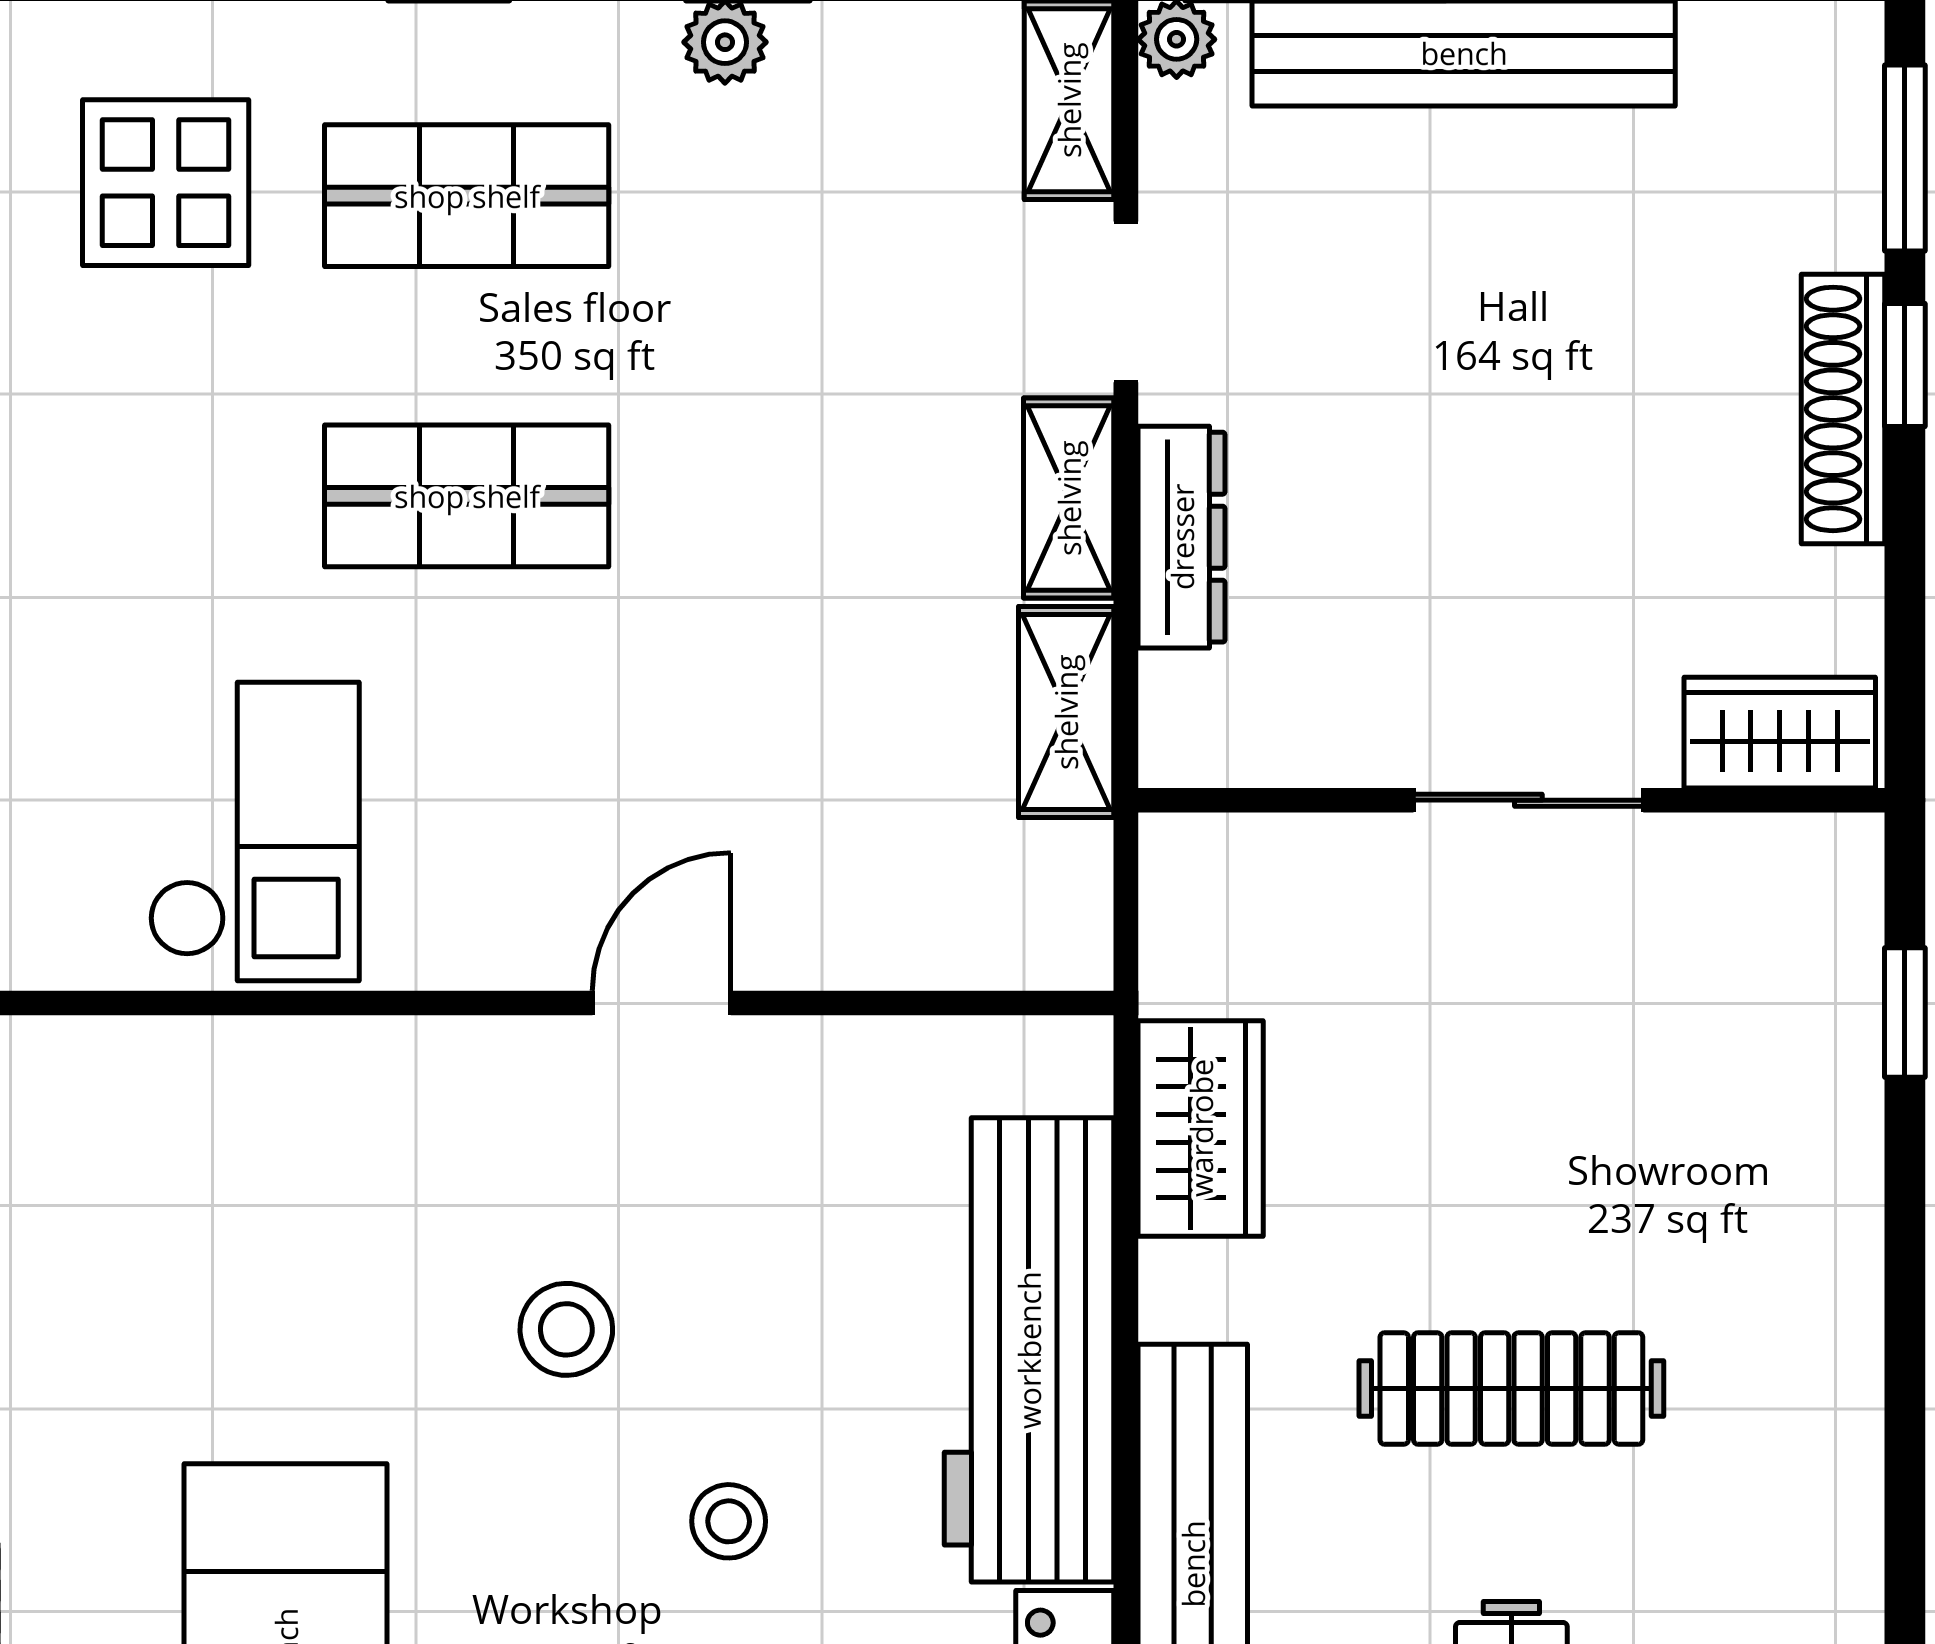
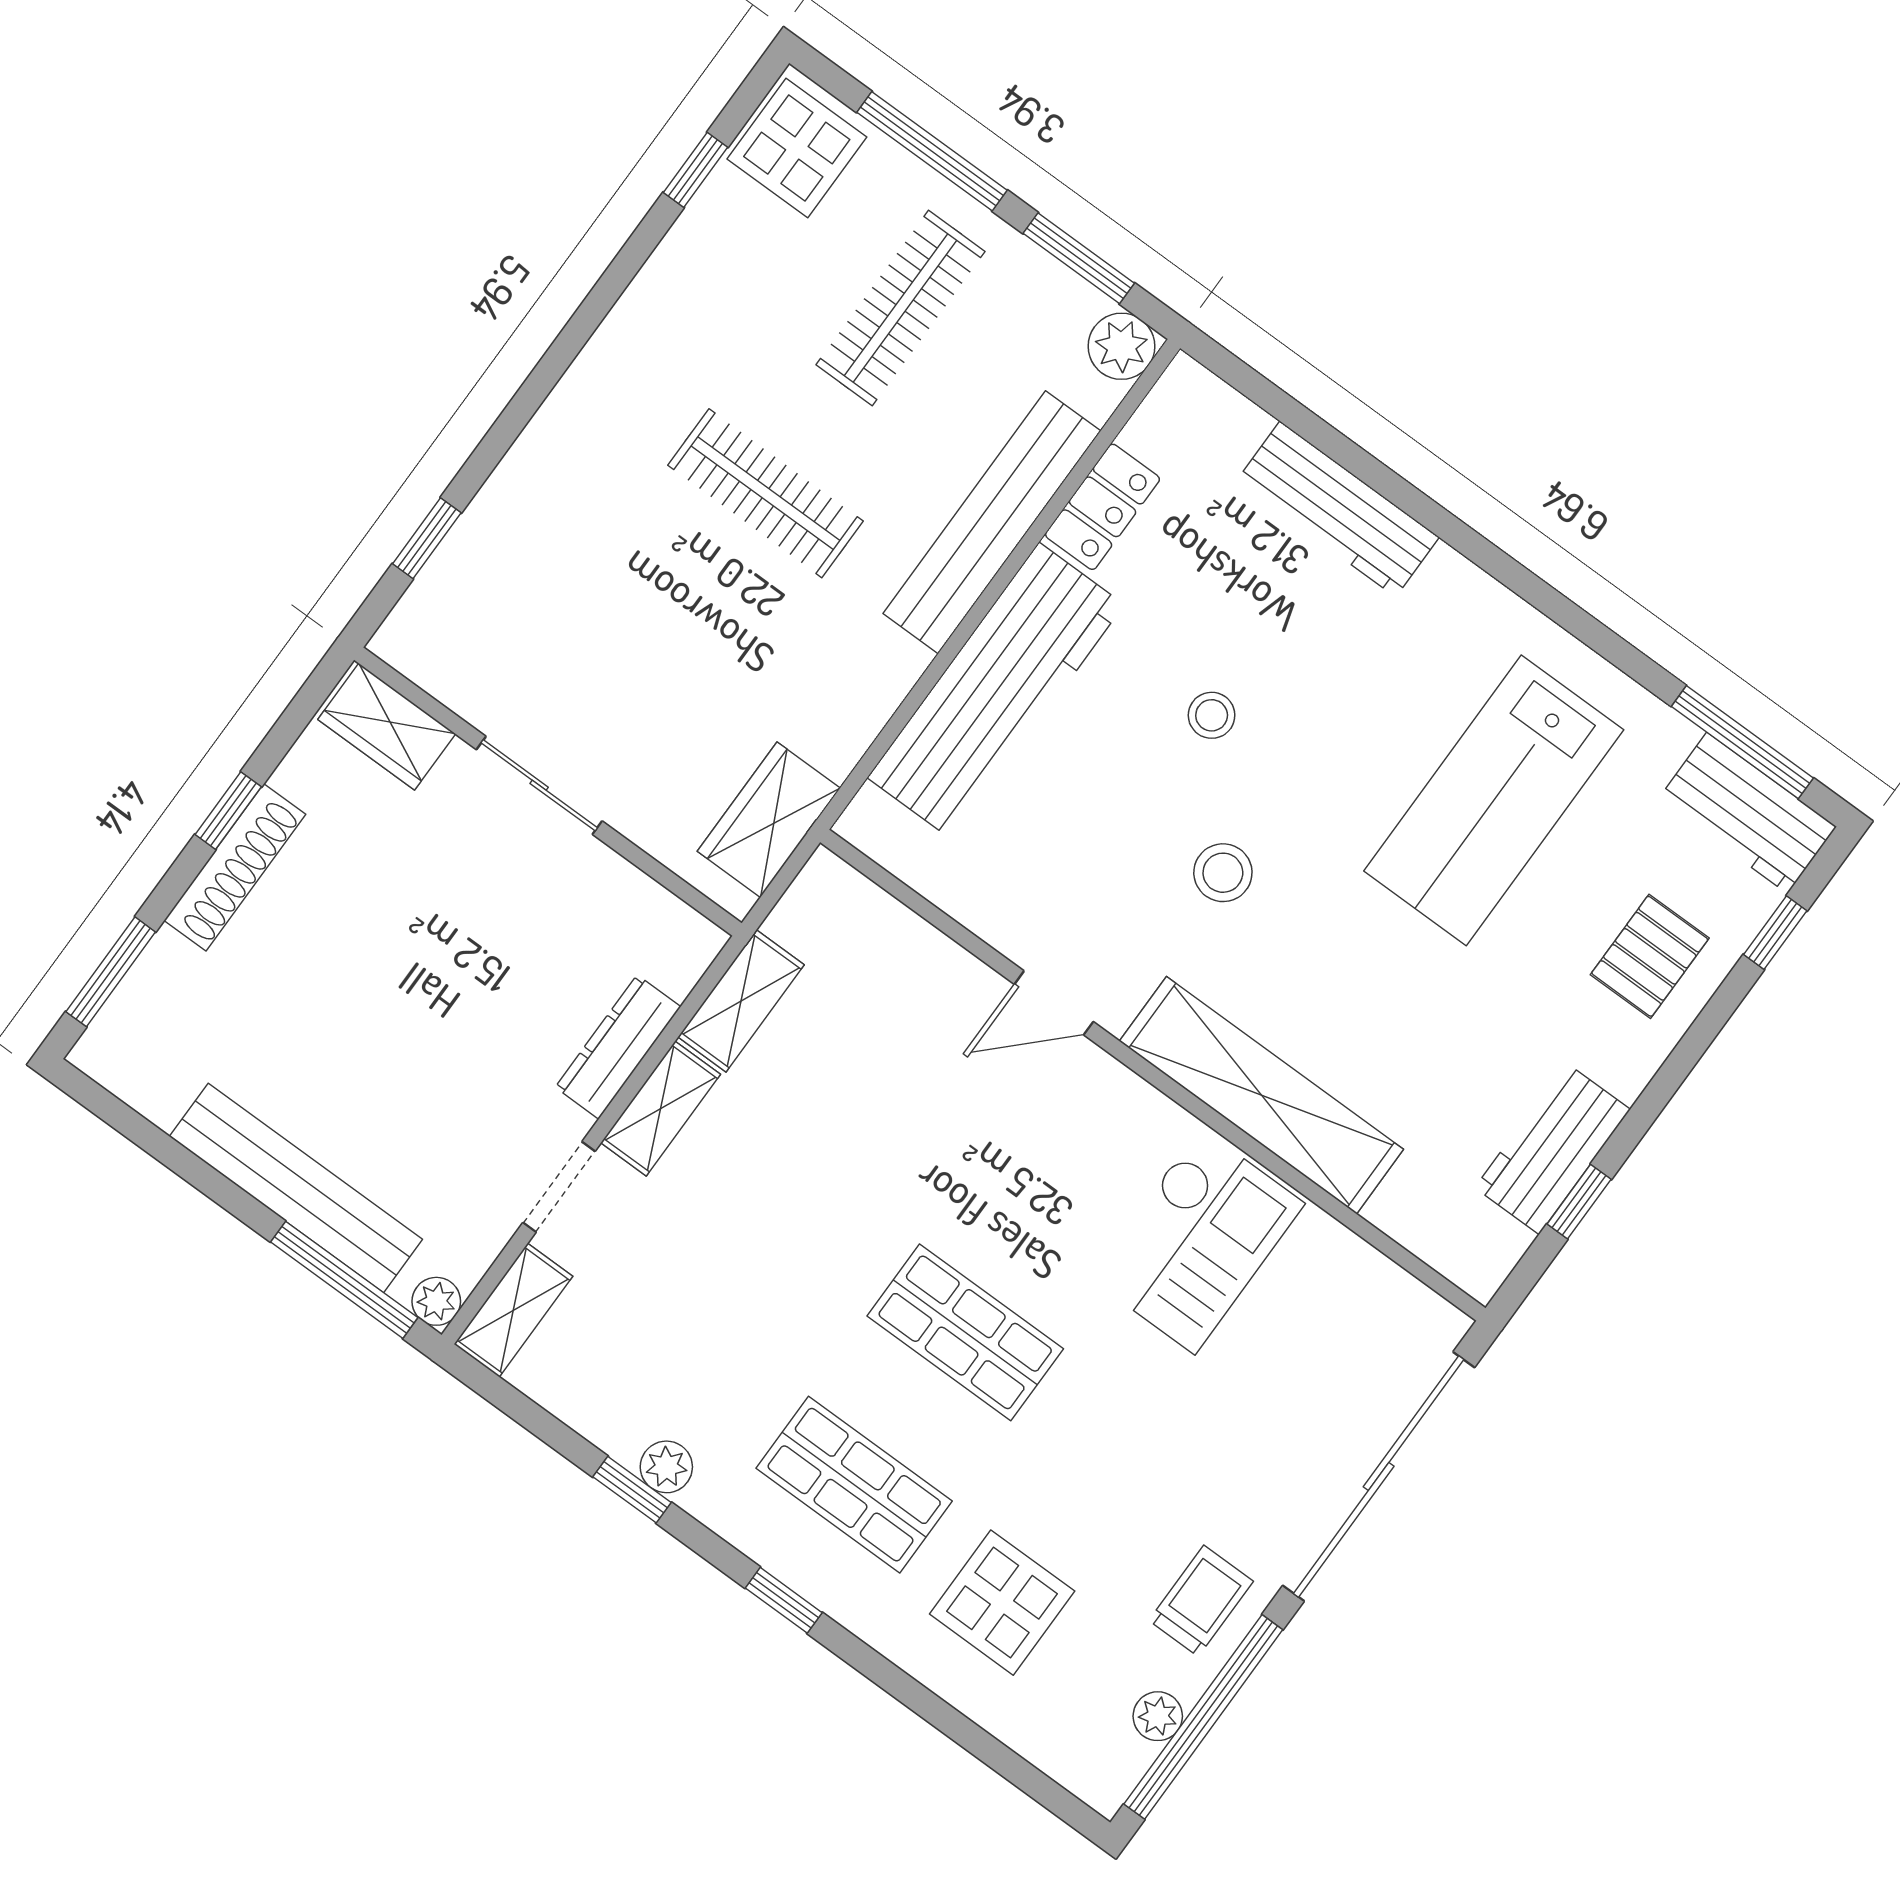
window: (1905, 365) -> (228, 811), moved
checkout: (254, 831) -> (1197, 1241), turned 180
shelving: (308, 1079) -> (1261, 1095), added
wardrobe: (1201, 1128) -> (769, 820), moved

